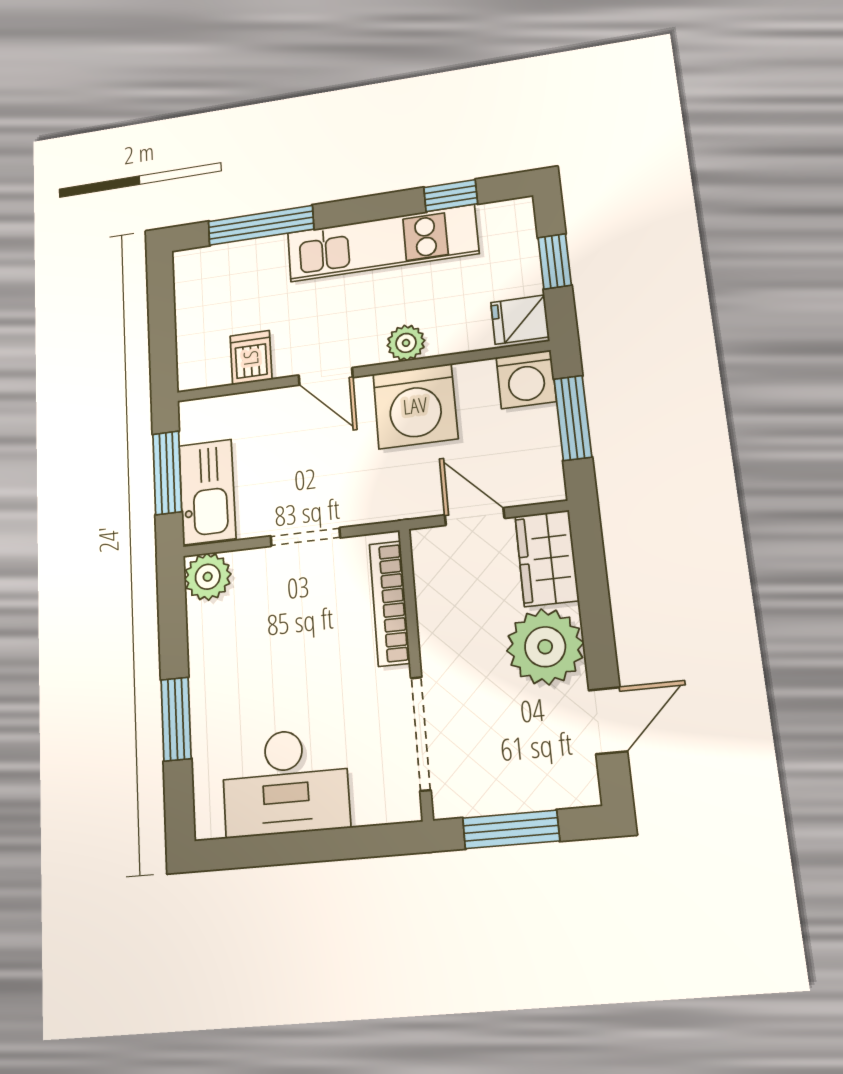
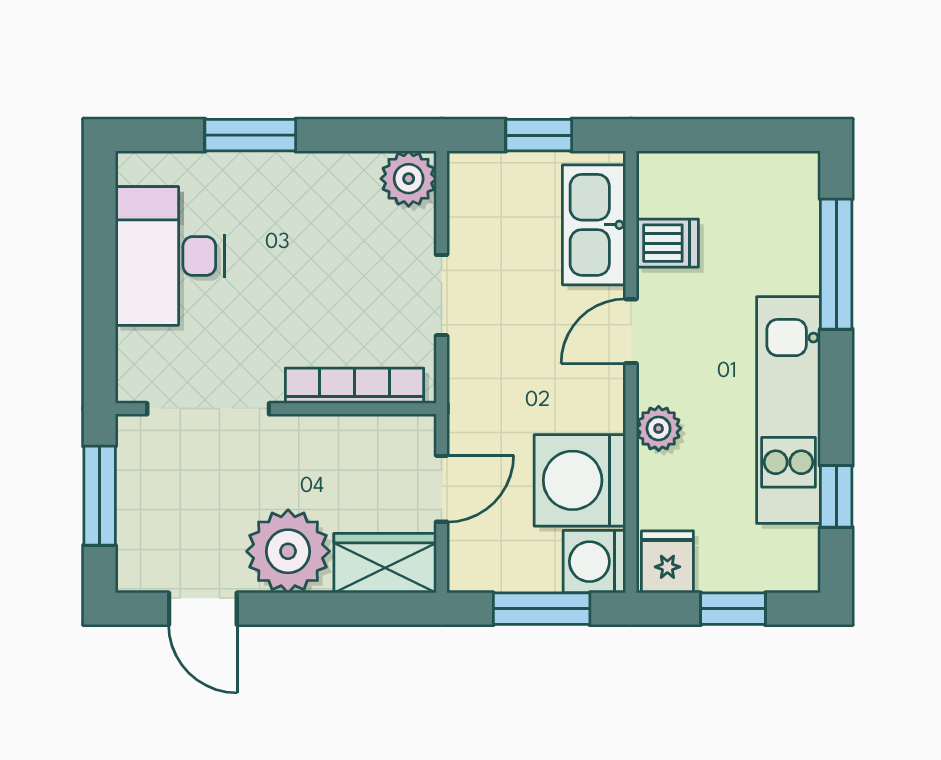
washing machine: (415, 406) -> (580, 480), moved
window: (167, 473) -> (539, 135), width x0.67
kitchen sink: (207, 492) -> (594, 225), moved, turned 90

